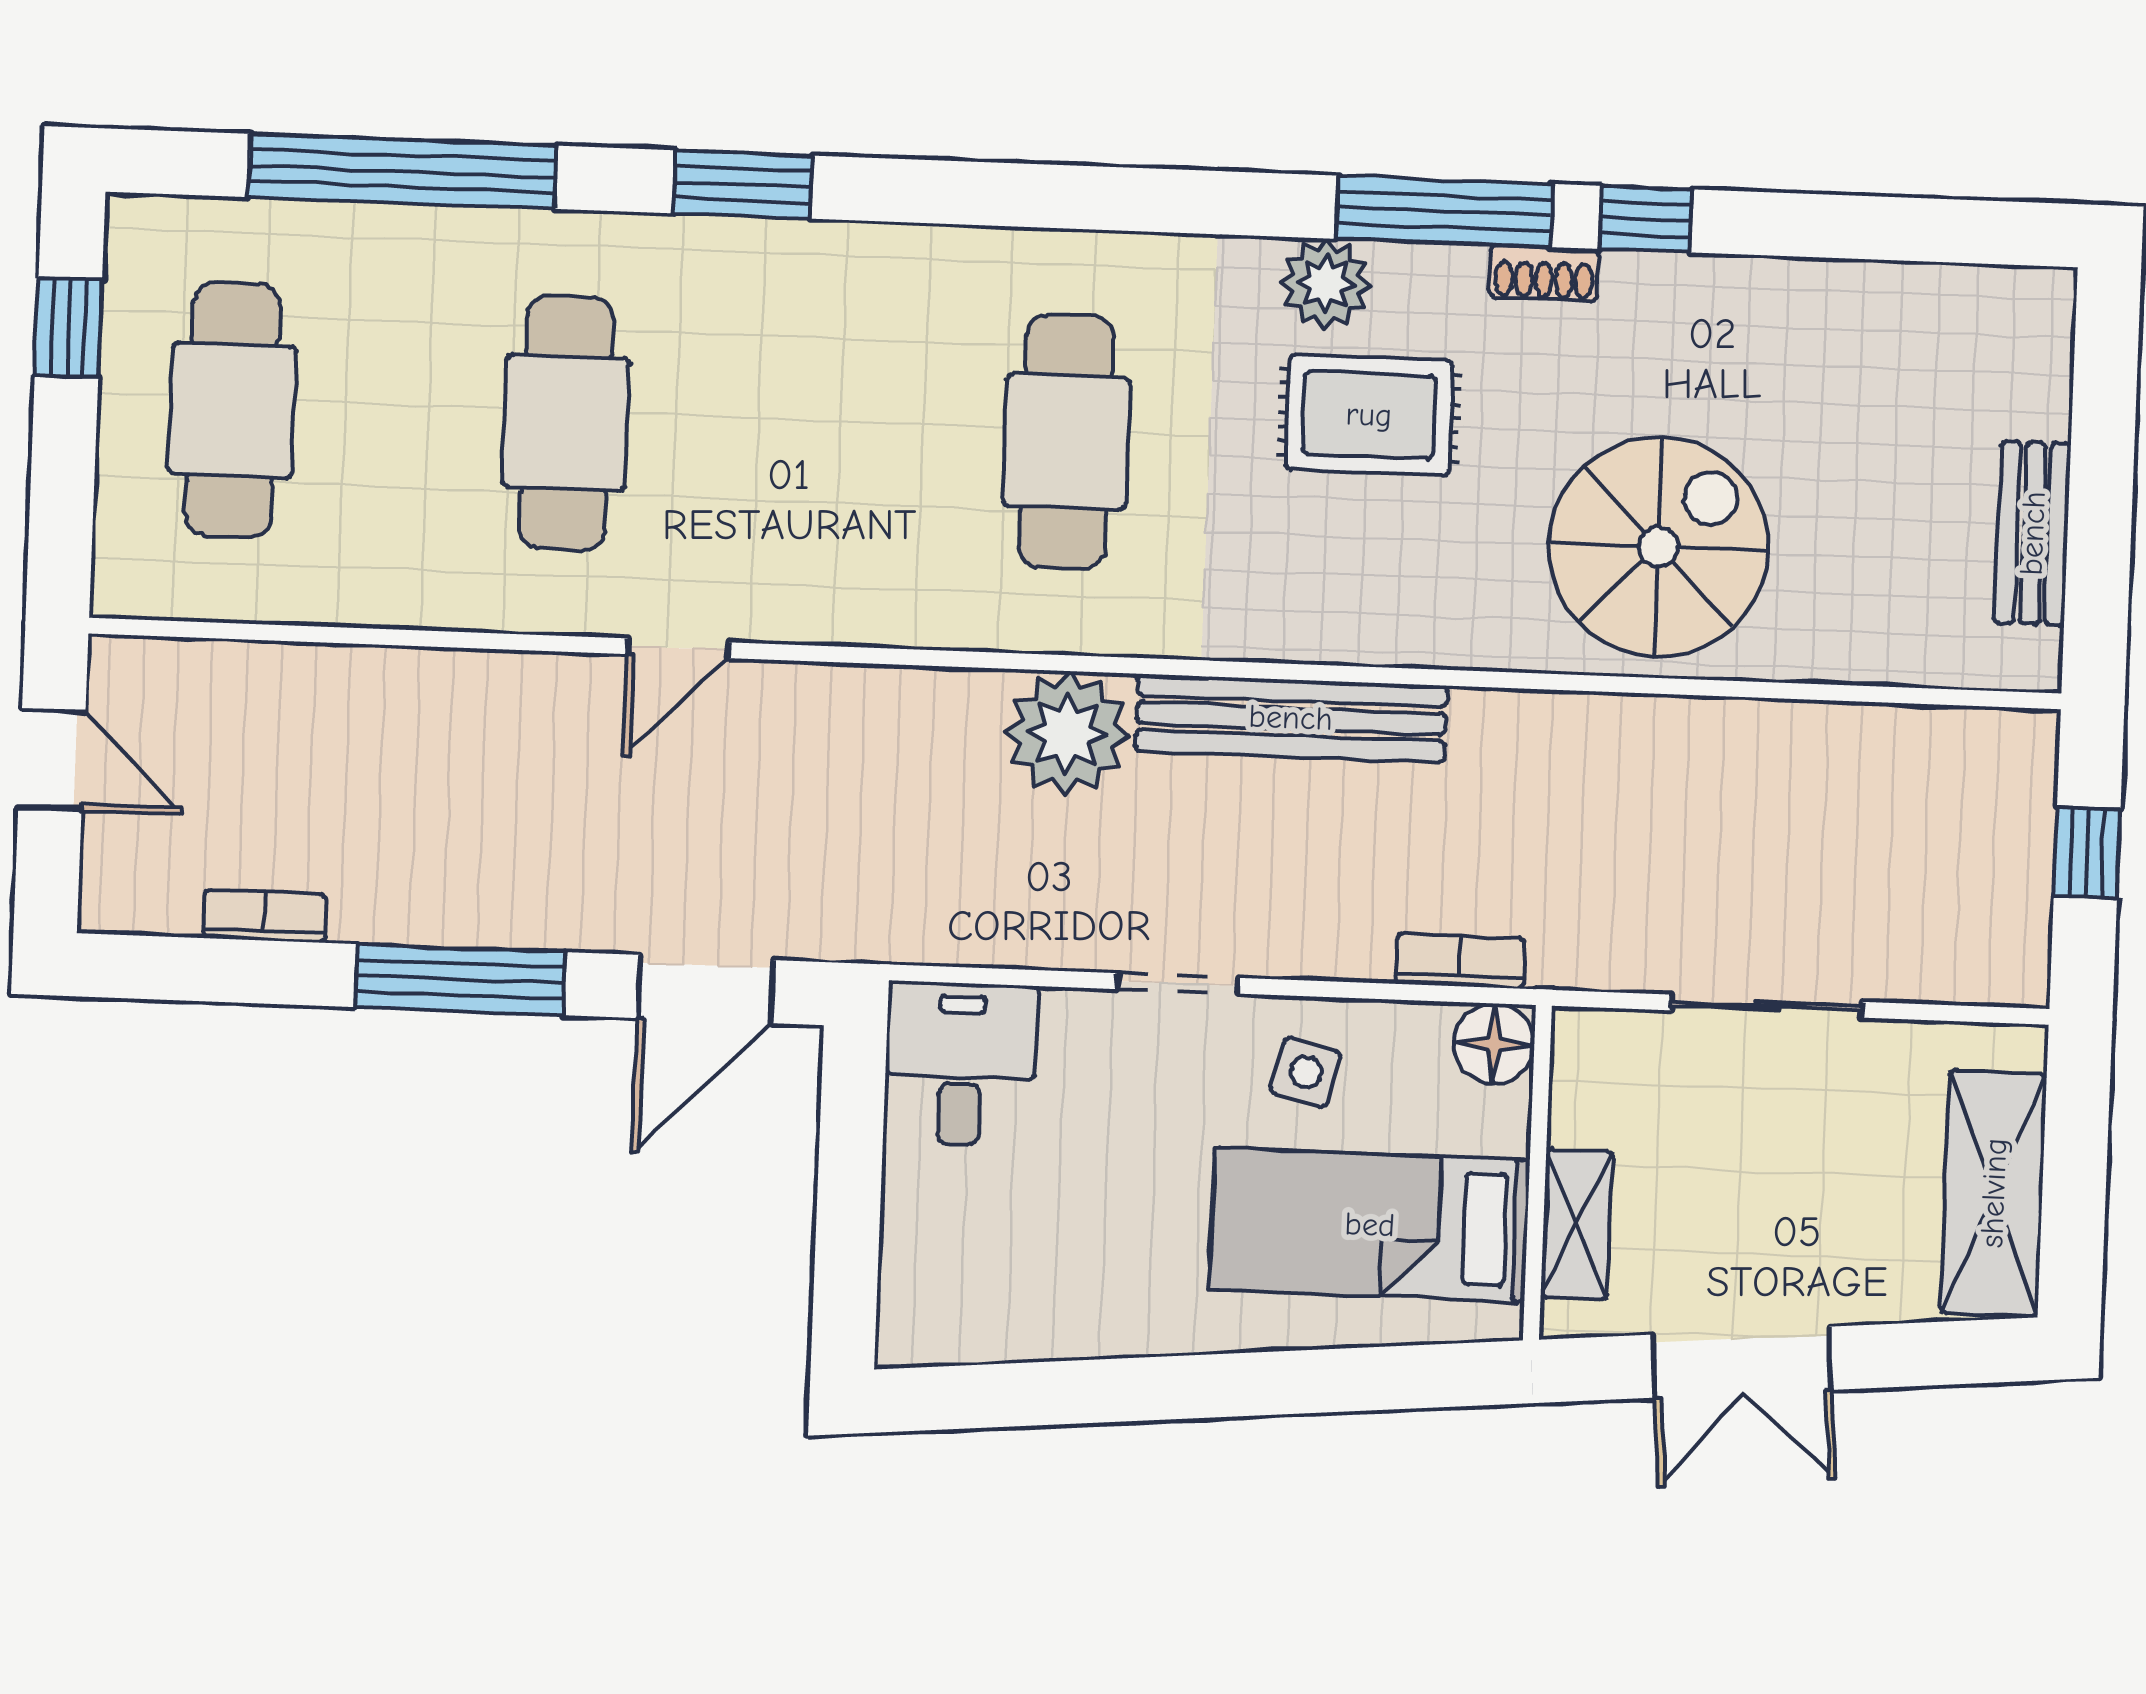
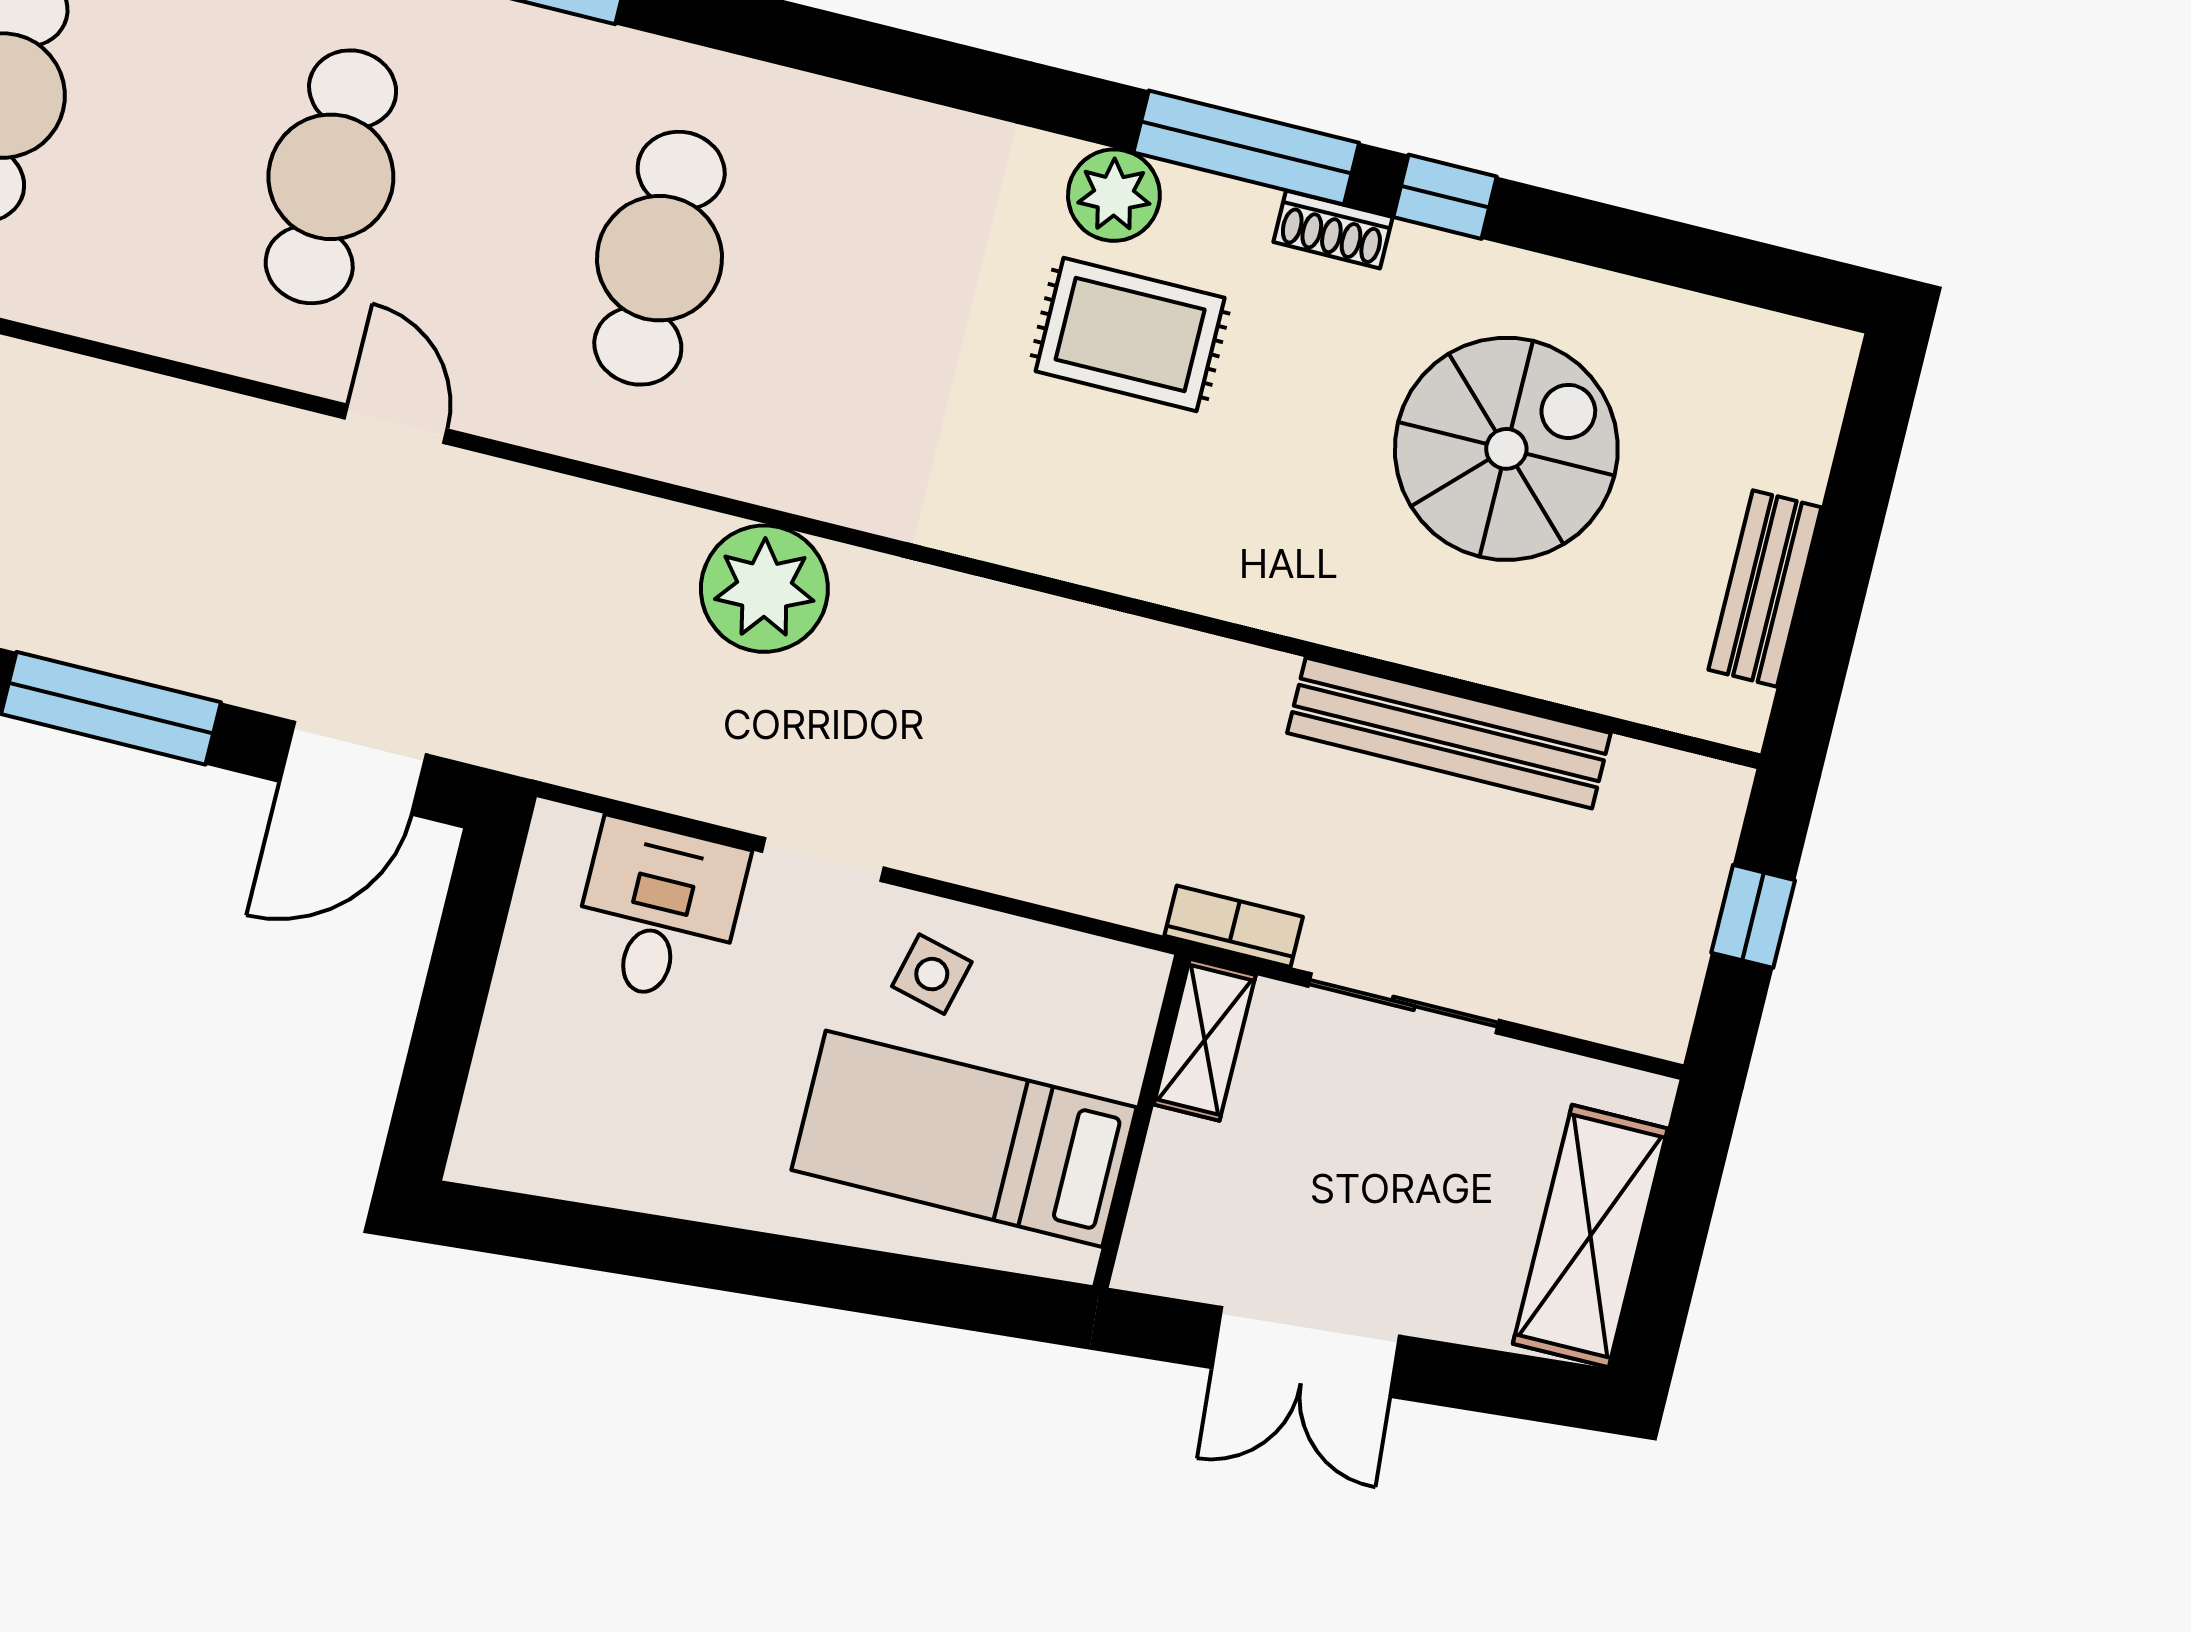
cafe table: (1066, 442) -> (660, 258), moved
spiral stairs: (1658, 547) -> (1506, 449), moved
door: (678, 648) -> (396, 424), swing flipped
bench: (1291, 718) -> (1449, 733), moved
bookcase: (1460, 961) -> (1234, 926), moved
floor lamp: (1494, 1044) -> (1125, 985), removed
desk: (961, 1064) -> (659, 912), moved
shelving: (1577, 1224) -> (1205, 1040), moved

